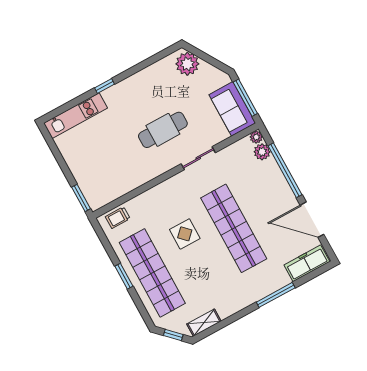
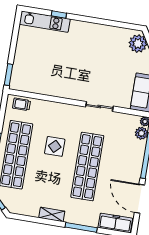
window: (105, 86) -> (59, 14), moved
cafe table: (163, 130) -> (91, 72), removed
shelving: (204, 323) -> (52, 215), moved

